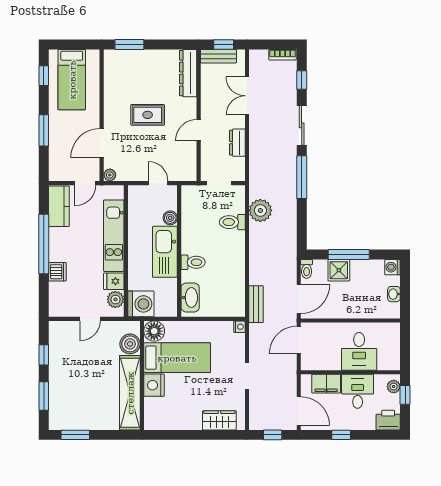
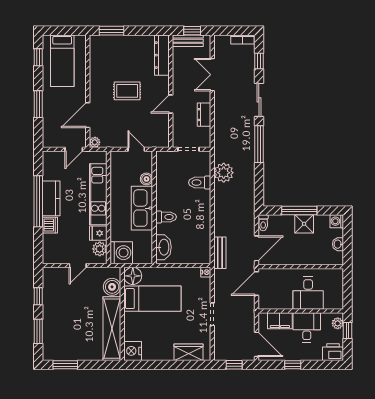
kitchen counter: (59, 206) -> (51, 198), moved
shower: (339, 270) -> (304, 224), moved
nightstand: (154, 385) -> (133, 351), moved

